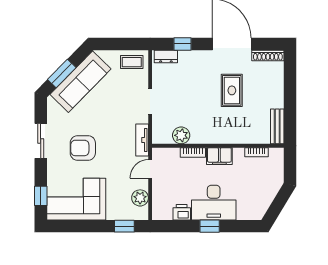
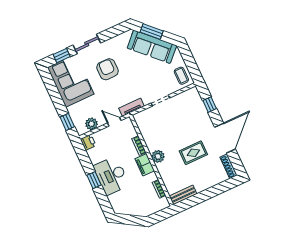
dresser: (166, 57) -> (196, 97), removed
plant: (181, 135) -> (158, 156), moved
sliding door: (41, 141) -> (87, 44), moved
printer: (182, 212) -> (88, 142), moved

